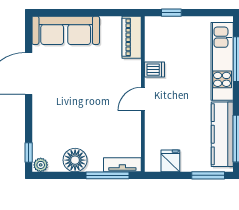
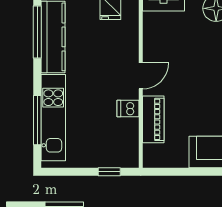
piano: (132, 37) -> (153, 119), moved

